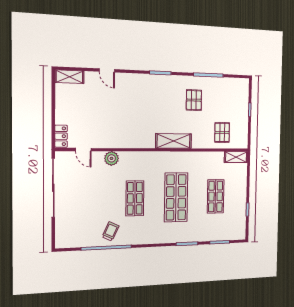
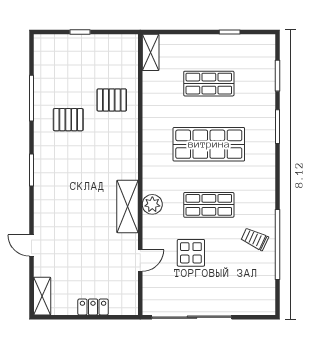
door: (107, 70) -> (31, 246), swing flipped
pallet: (222, 132) -> (112, 100), moved
locker: (61, 136) -> (93, 307), moved
shelving: (174, 141) -> (127, 206), moved
door: (83, 150) -> (140, 260), moved
plant: (112, 158) -> (152, 204), moved
display table: (101, 186) -> (191, 253), added

